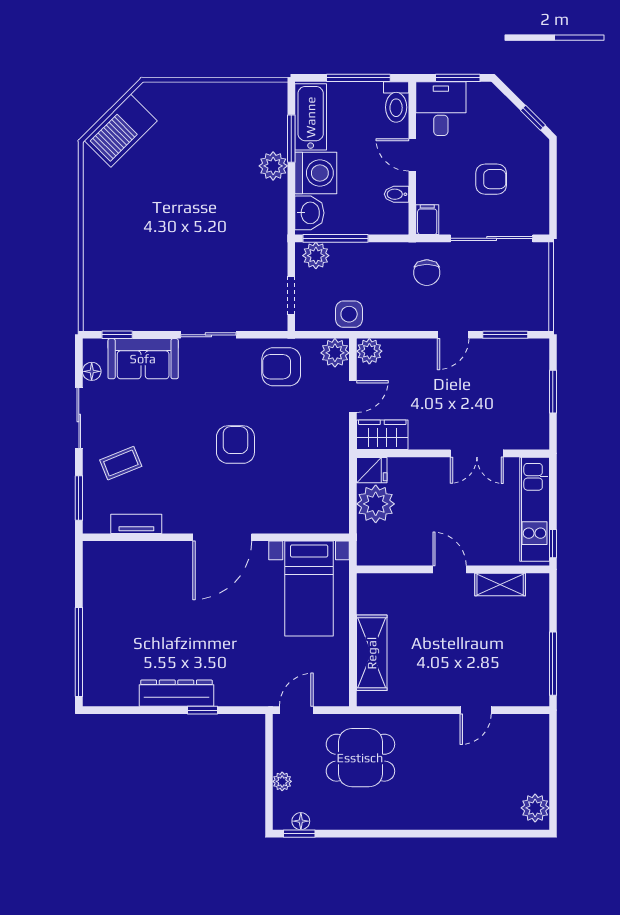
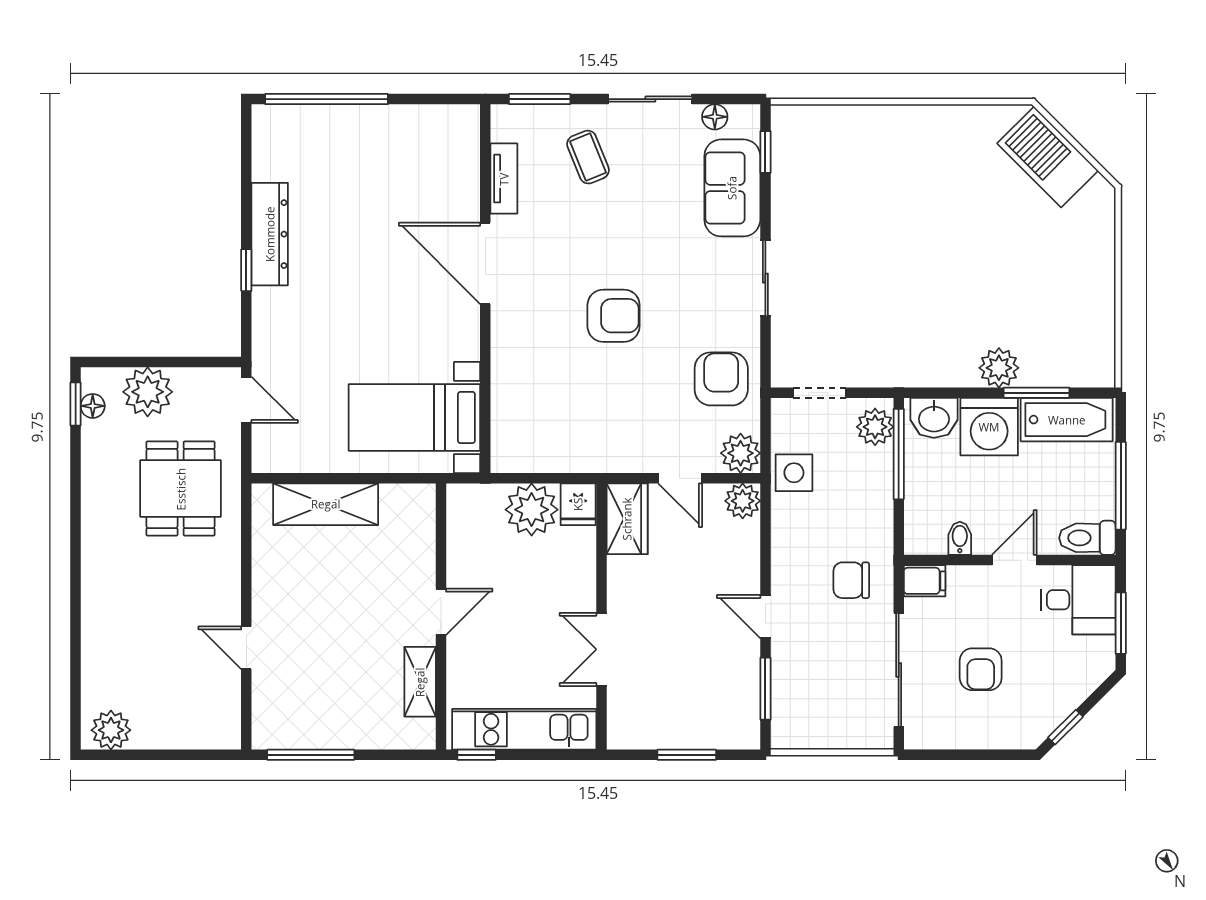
door: (222, 537) -> (485, 263), moved
plant: (282, 781) -> (148, 392), width x1.88, depth x1.88

